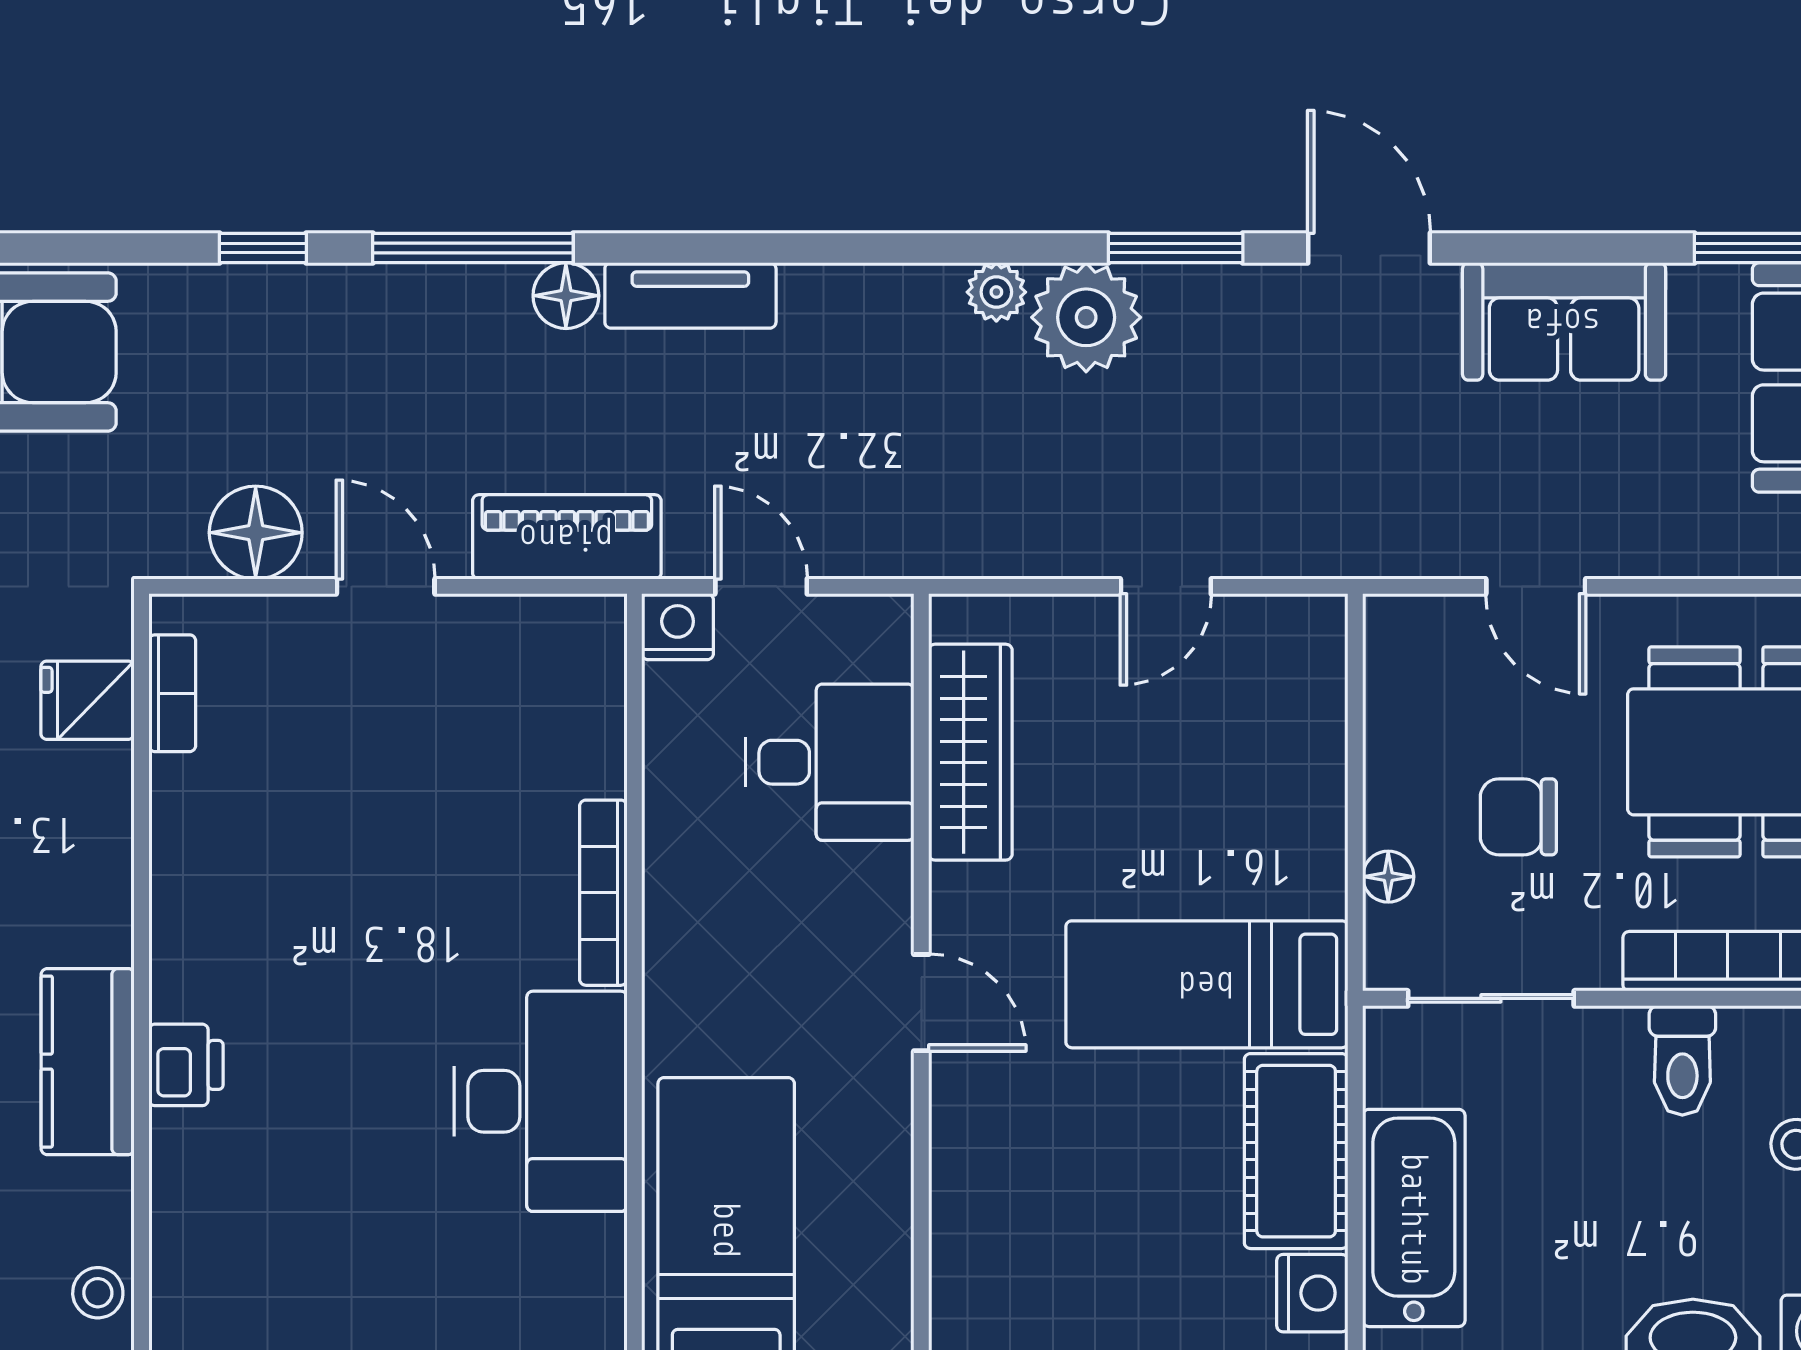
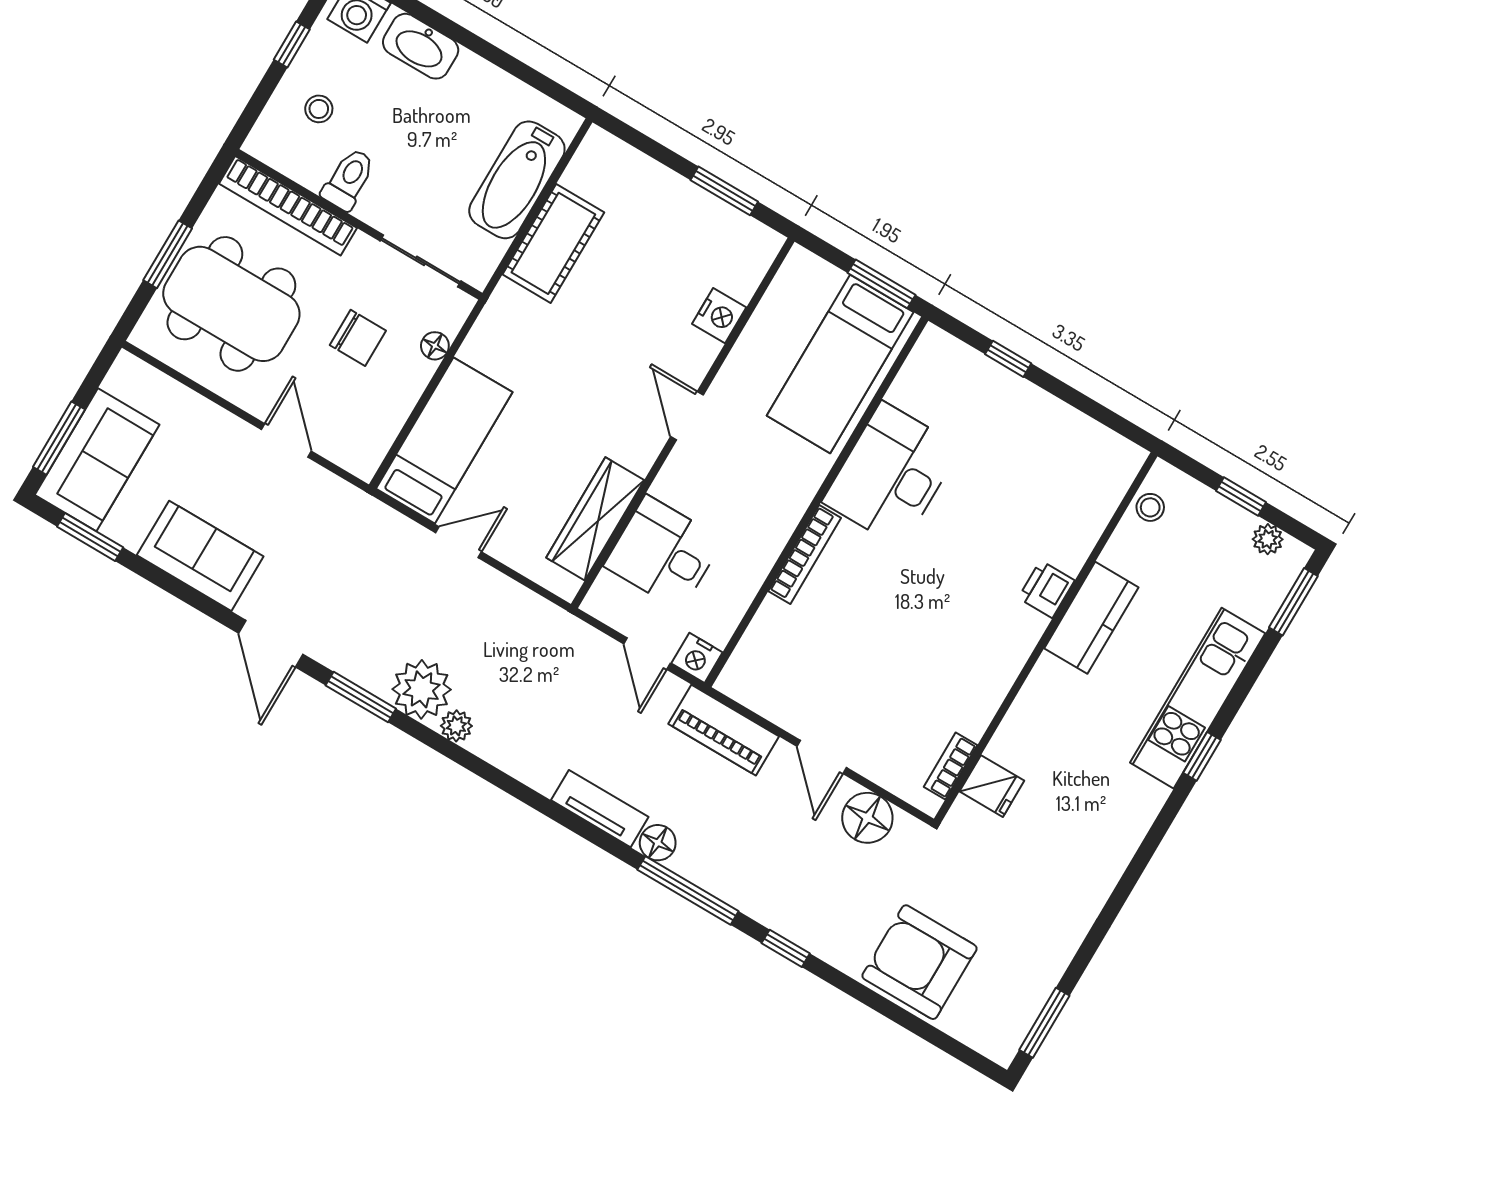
bed: (1207, 984) -> (444, 440), moved, turned -90
nightstand: (1312, 1293) -> (719, 316), moved, turned 180

